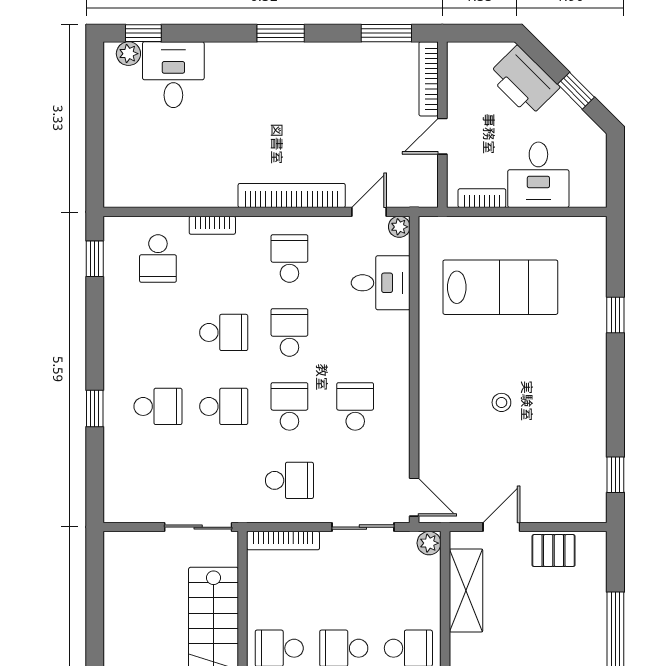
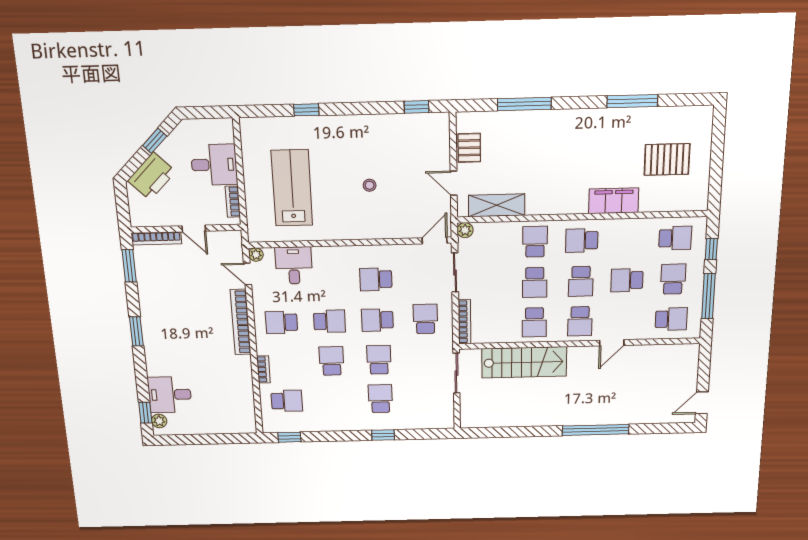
school desk: (289, 332) -> (329, 321), turned 180

